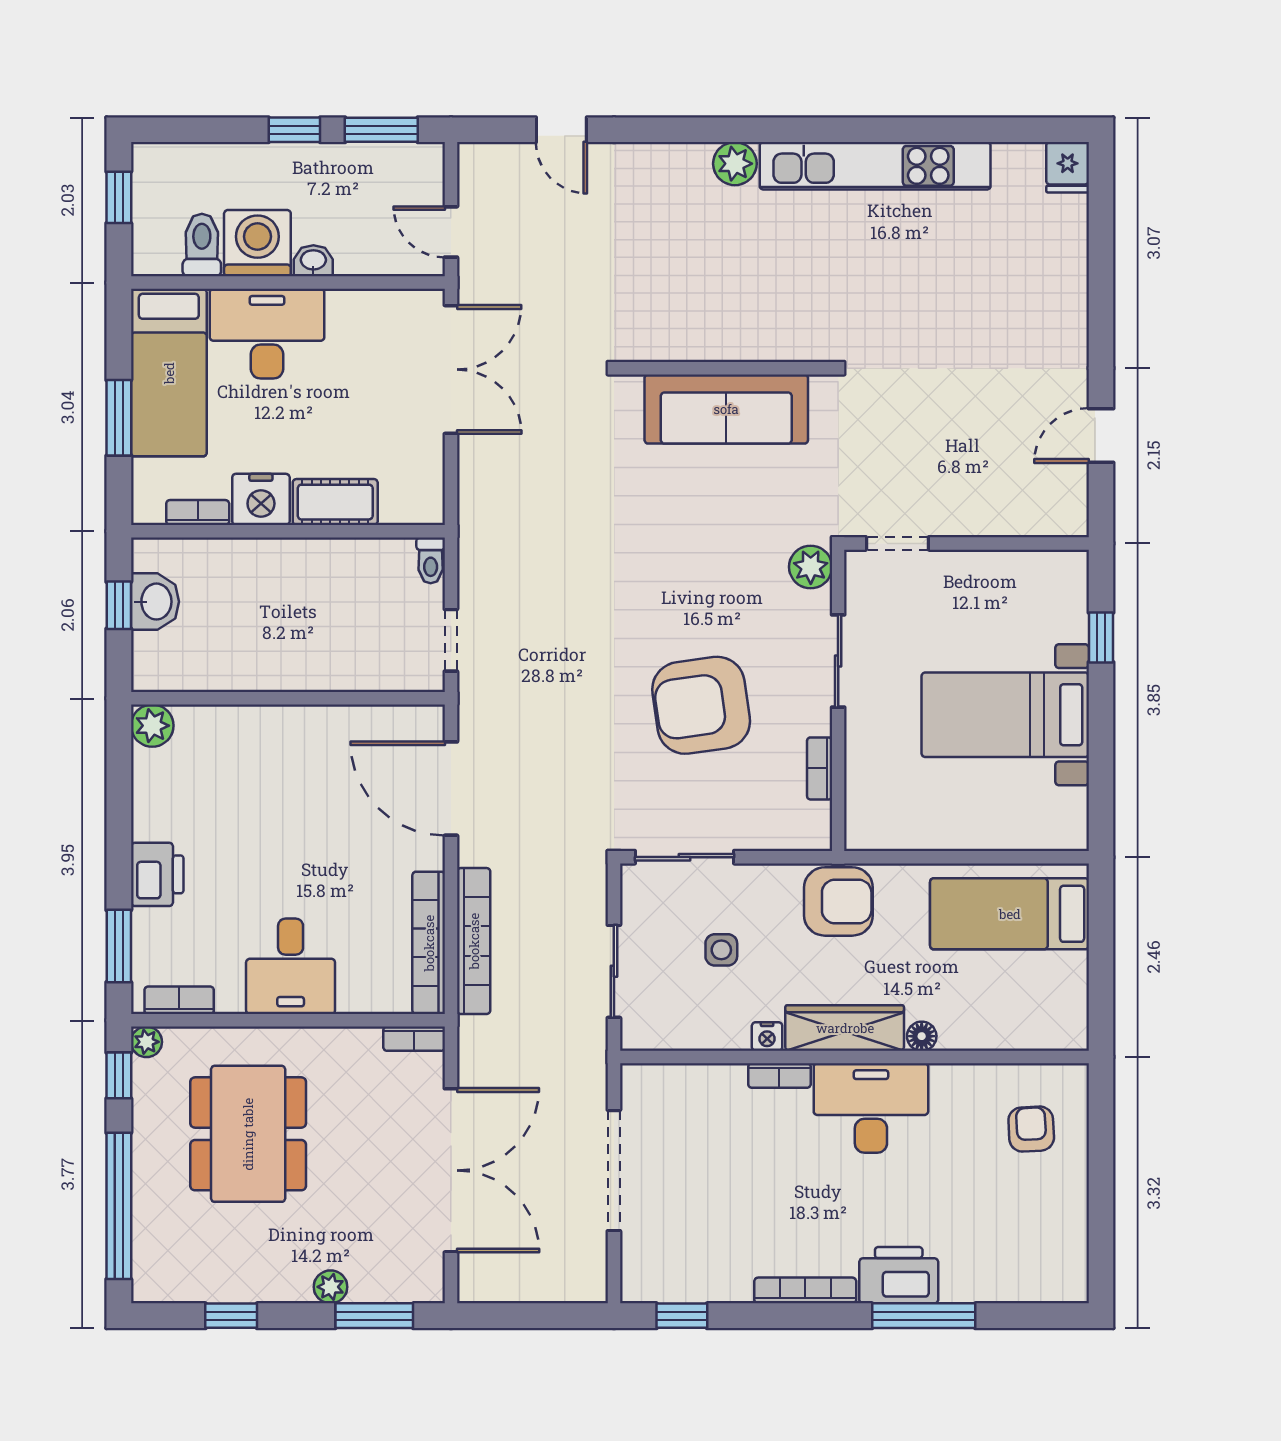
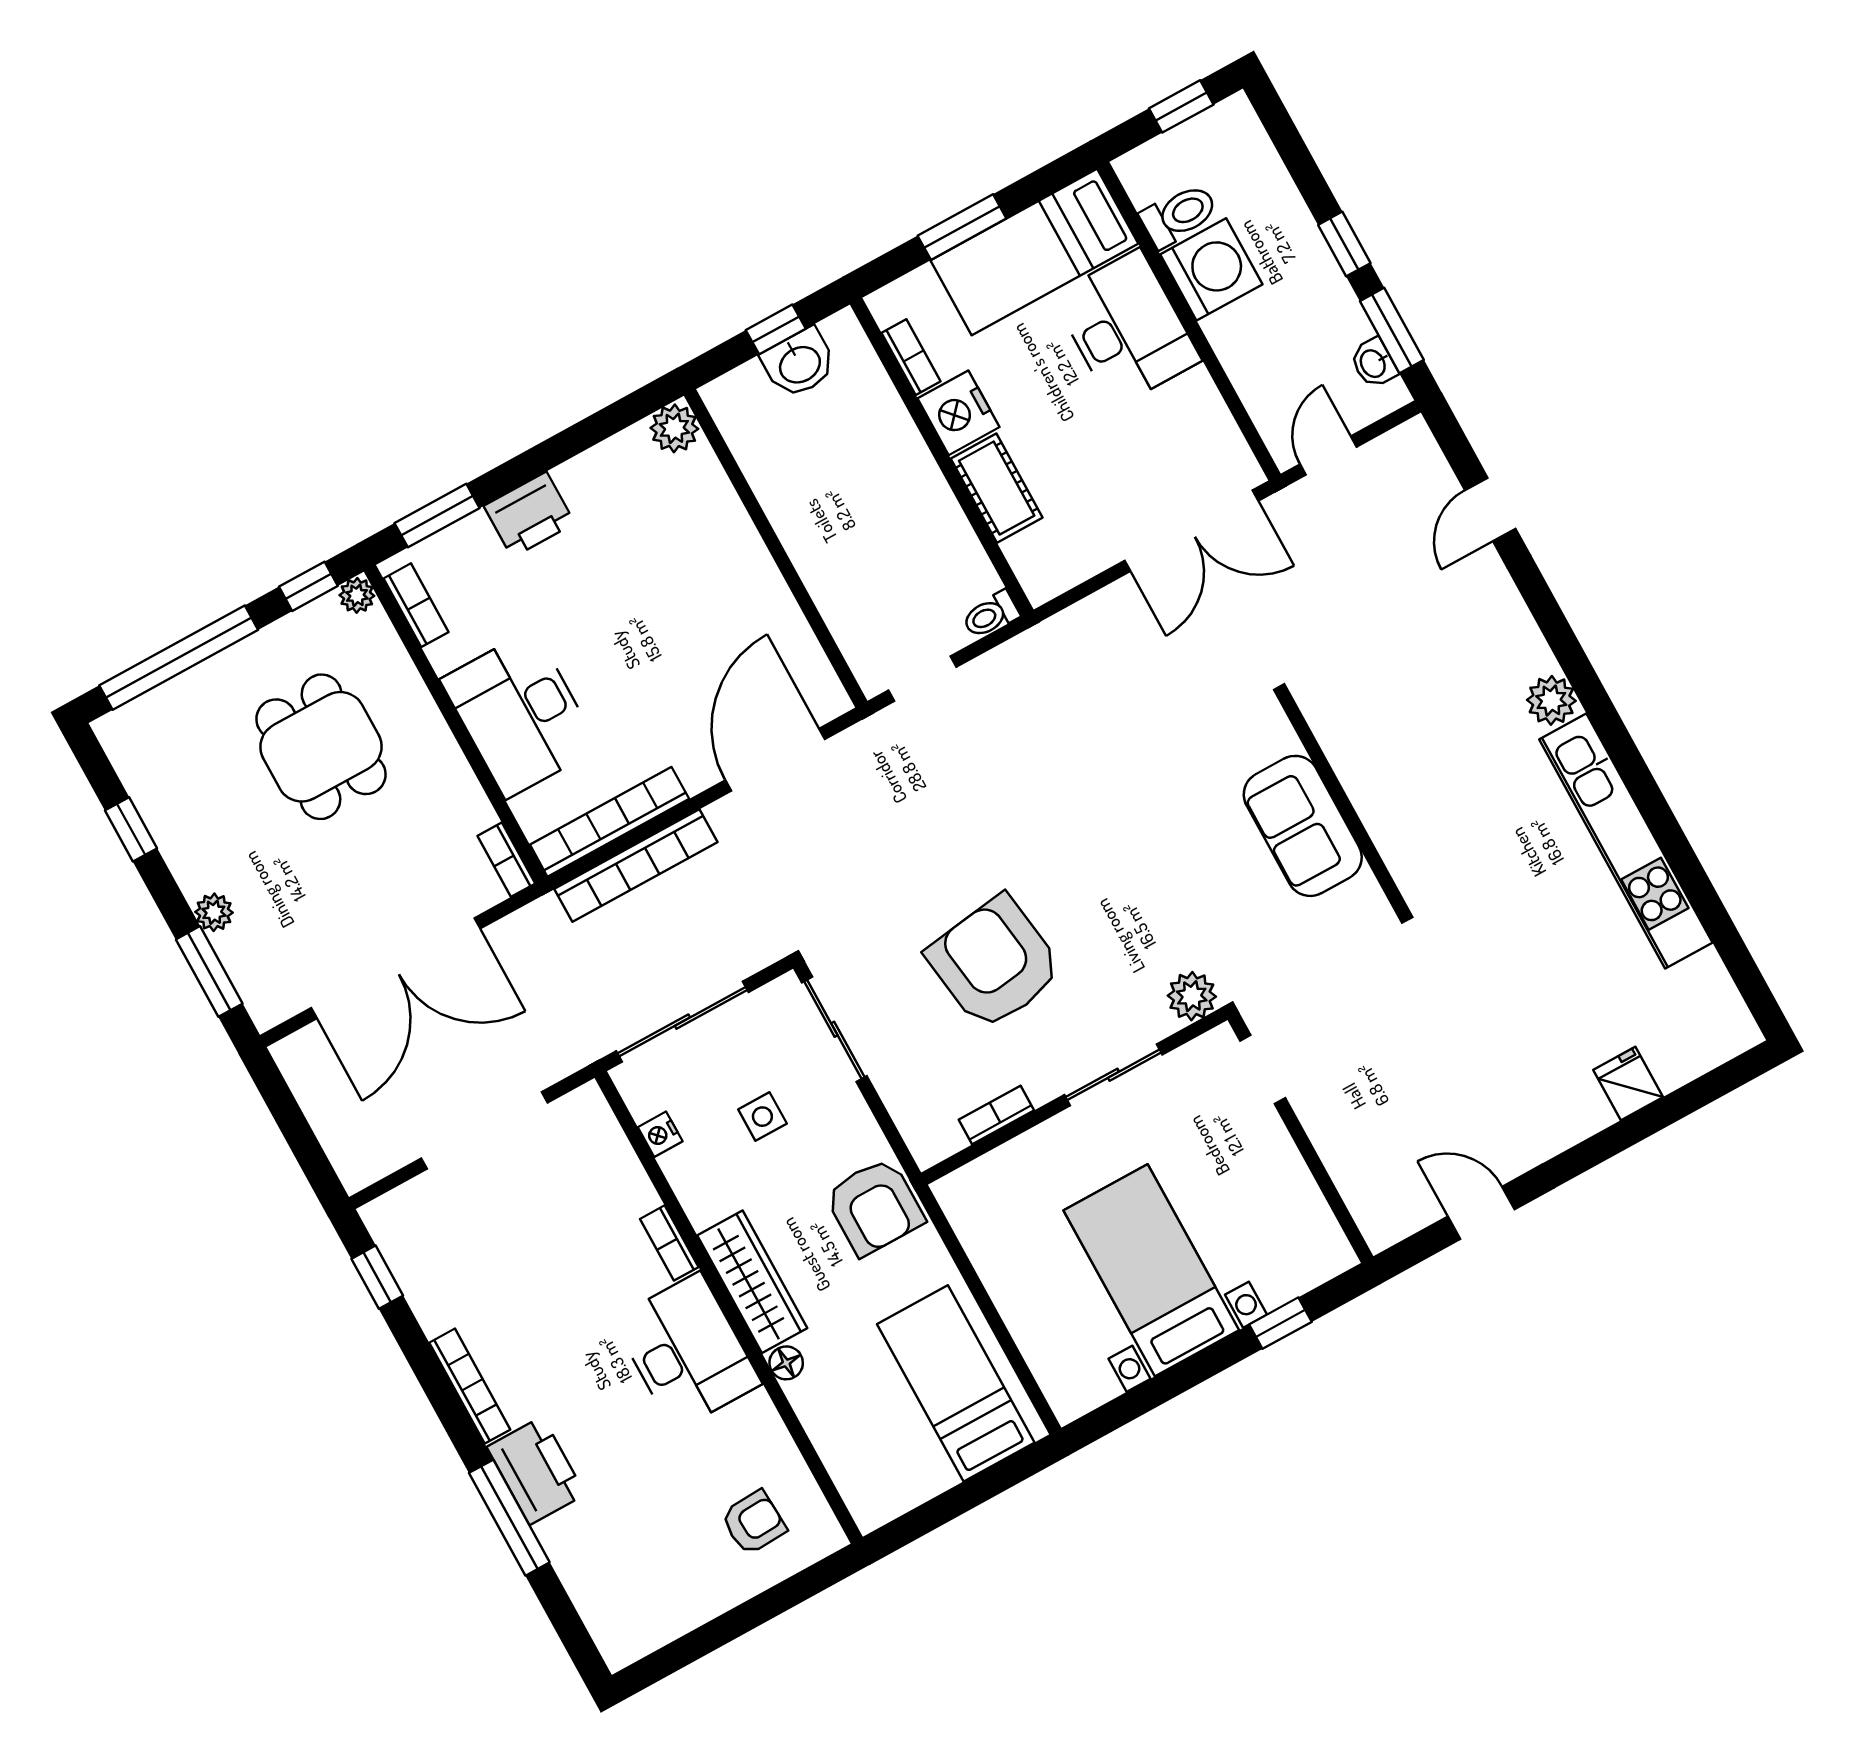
fridge: (1068, 167) -> (1628, 1084), moved, turned 90
washbasin: (313, 261) -> (1374, 363), moved, turned 180
sofa: (726, 409) -> (1303, 826), width x0.73
desk: (291, 966) -> (520, 714), width x1.37
sliding door: (614, 971) -> (682, 1022), width x1.37
nightstand: (767, 1036) -> (660, 1134), moved
dining table: (248, 1134) -> (321, 747), width x0.73

